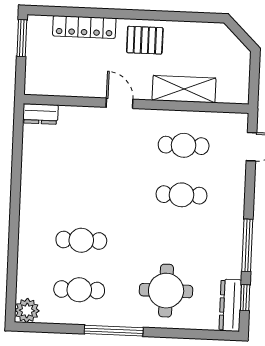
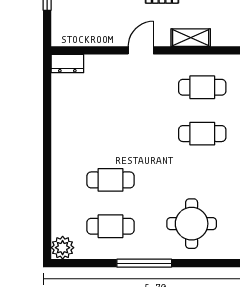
shelving: (184, 89) -> (191, 38), width x0.67, depth x0.75
door: (120, 103) -> (141, 50), hinge flipped

